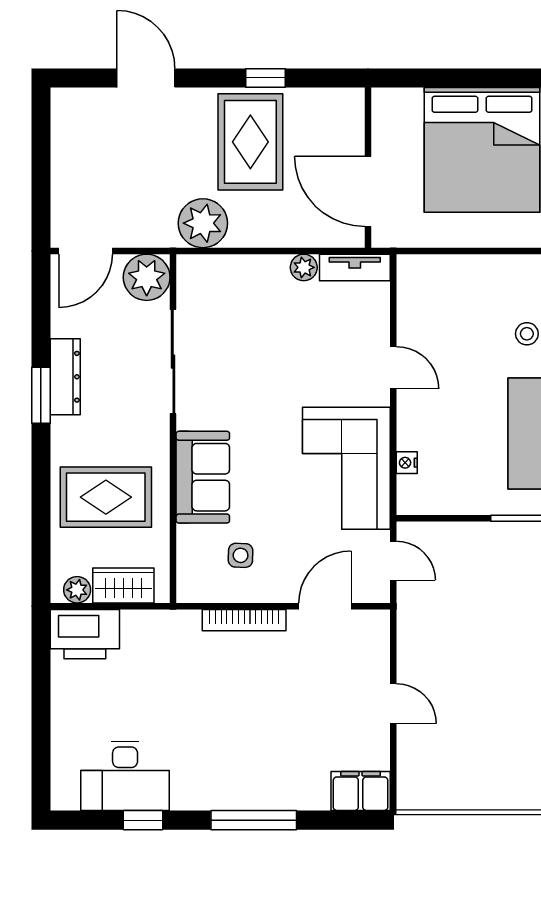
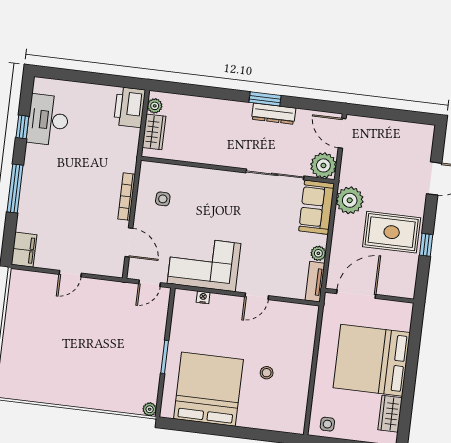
sofa: (203, 477) -> (316, 207), moved, turned 90
rug: (106, 497) -> (204, 128), removed

